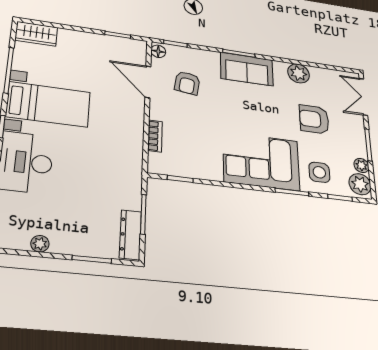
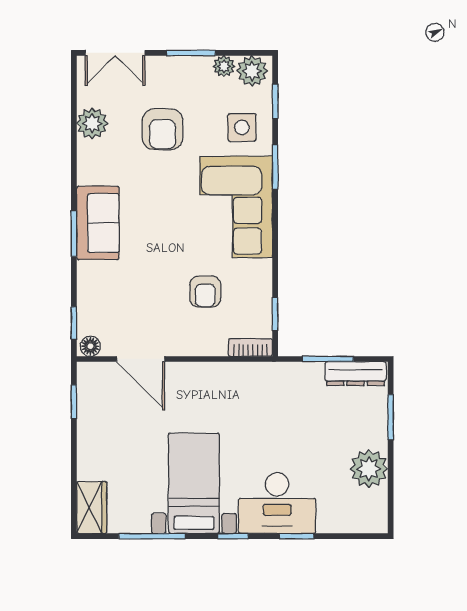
plant: (299, 73) -> (92, 123), moved
door: (148, 82) -> (140, 359), hinge flipped
armchair: (187, 83) -> (205, 292), moved, turned 82
bookcase: (155, 136) -> (250, 347), moved
plant: (40, 244) -> (369, 469), width x1.88, depth x1.88

